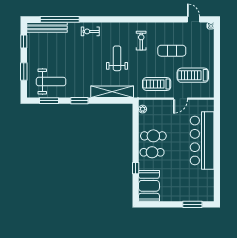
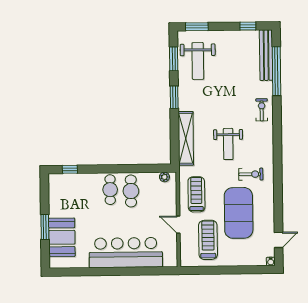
exercise mat: (172, 51) -> (239, 213), width x2.00, depth x1.45
weight bench: (117, 58) -> (228, 144), turned 90
window: (24, 72) -> (197, 27), moved
window: (136, 168) -> (70, 169), moved
booth: (149, 186) -> (62, 237), moved, turned 90
window: (192, 204) -> (45, 227), moved

